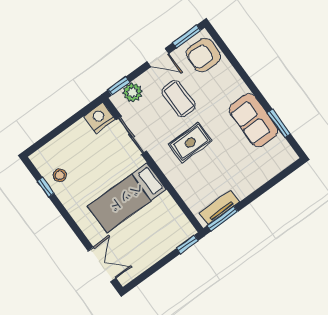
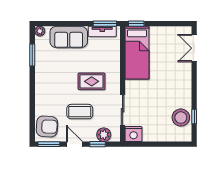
window: (119, 86) -> (97, 144), moved
coffee table: (179, 99) -> (80, 112), turned 90
sofa: (254, 120) -> (69, 37), moved, turned 90
plant: (290, 156) -> (40, 31), added
stool: (60, 175) -> (181, 118), width x1.89, depth x1.89
bed: (127, 198) -> (137, 53), moved, turned 90

